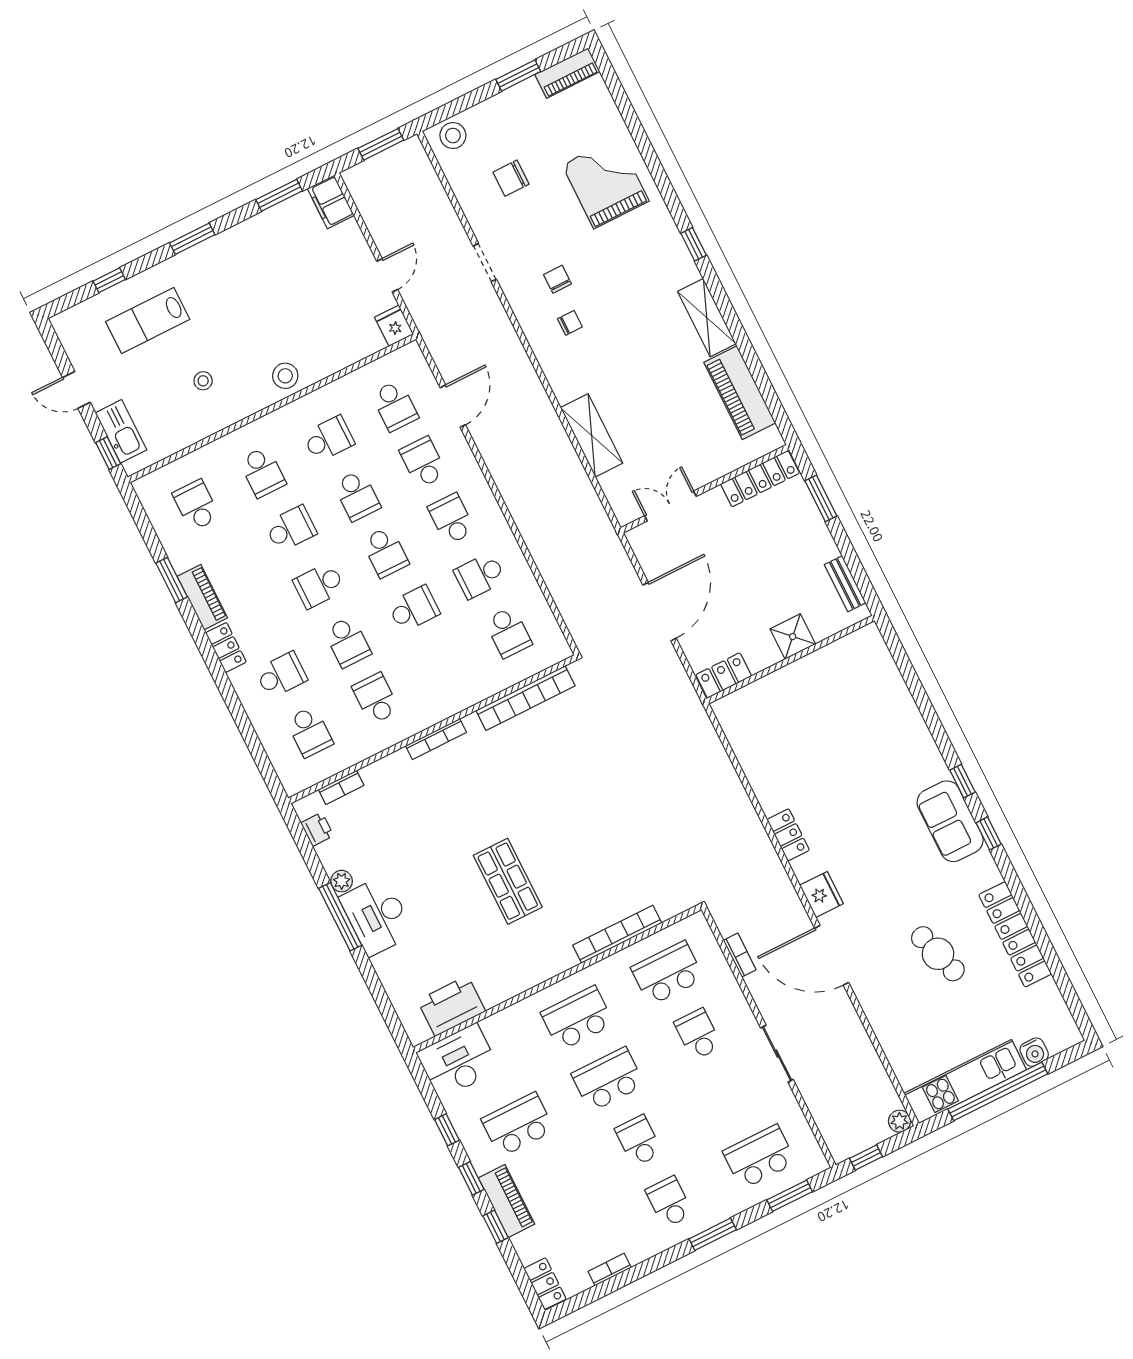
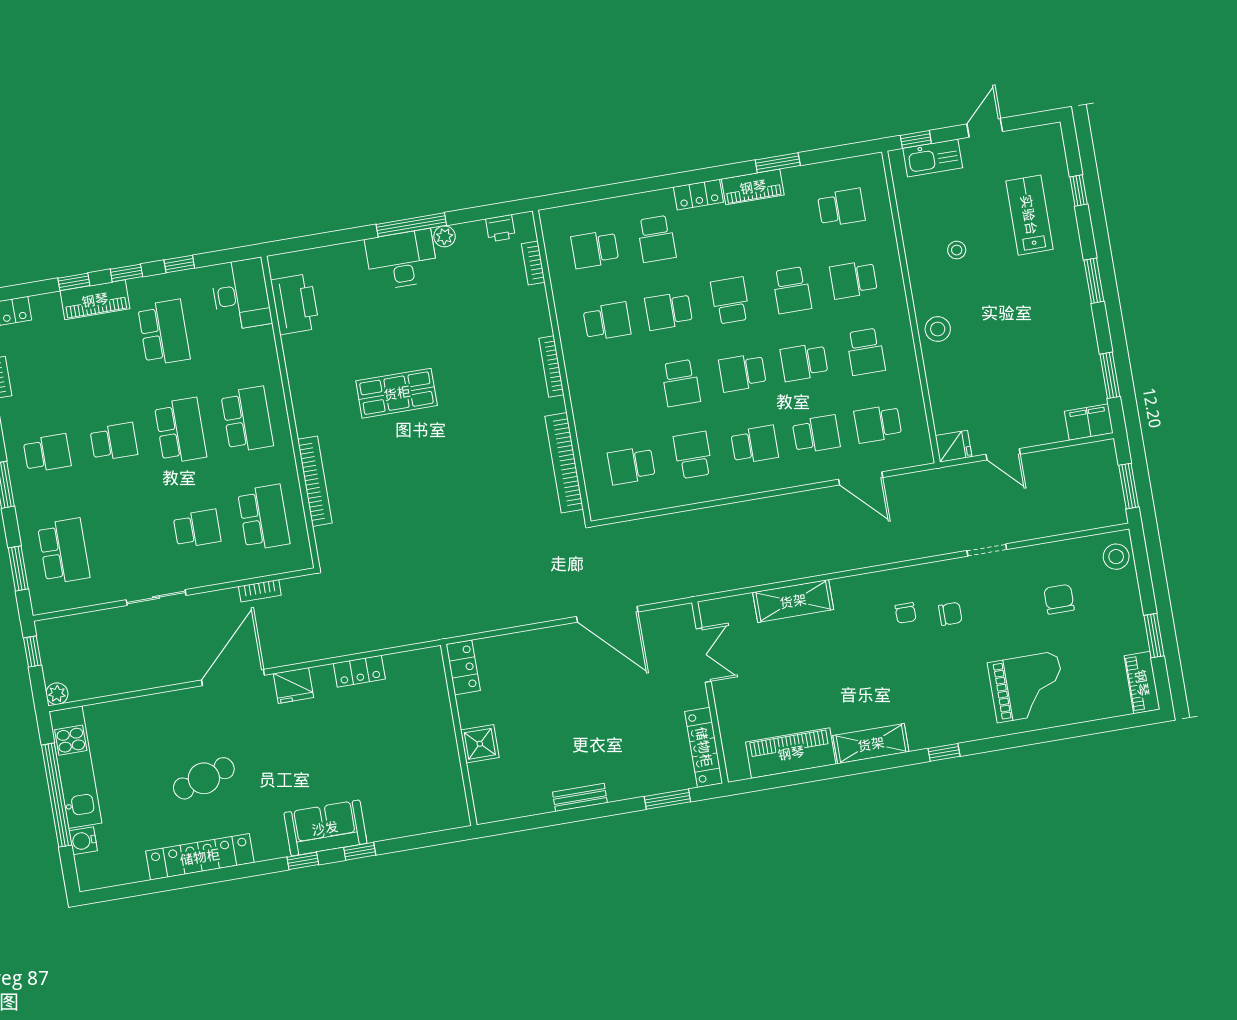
shower: (793, 637) -> (480, 744), moved
wall: (790, 660) -> (459, 735), moved
locker: (724, 675) -> (463, 667), moved

